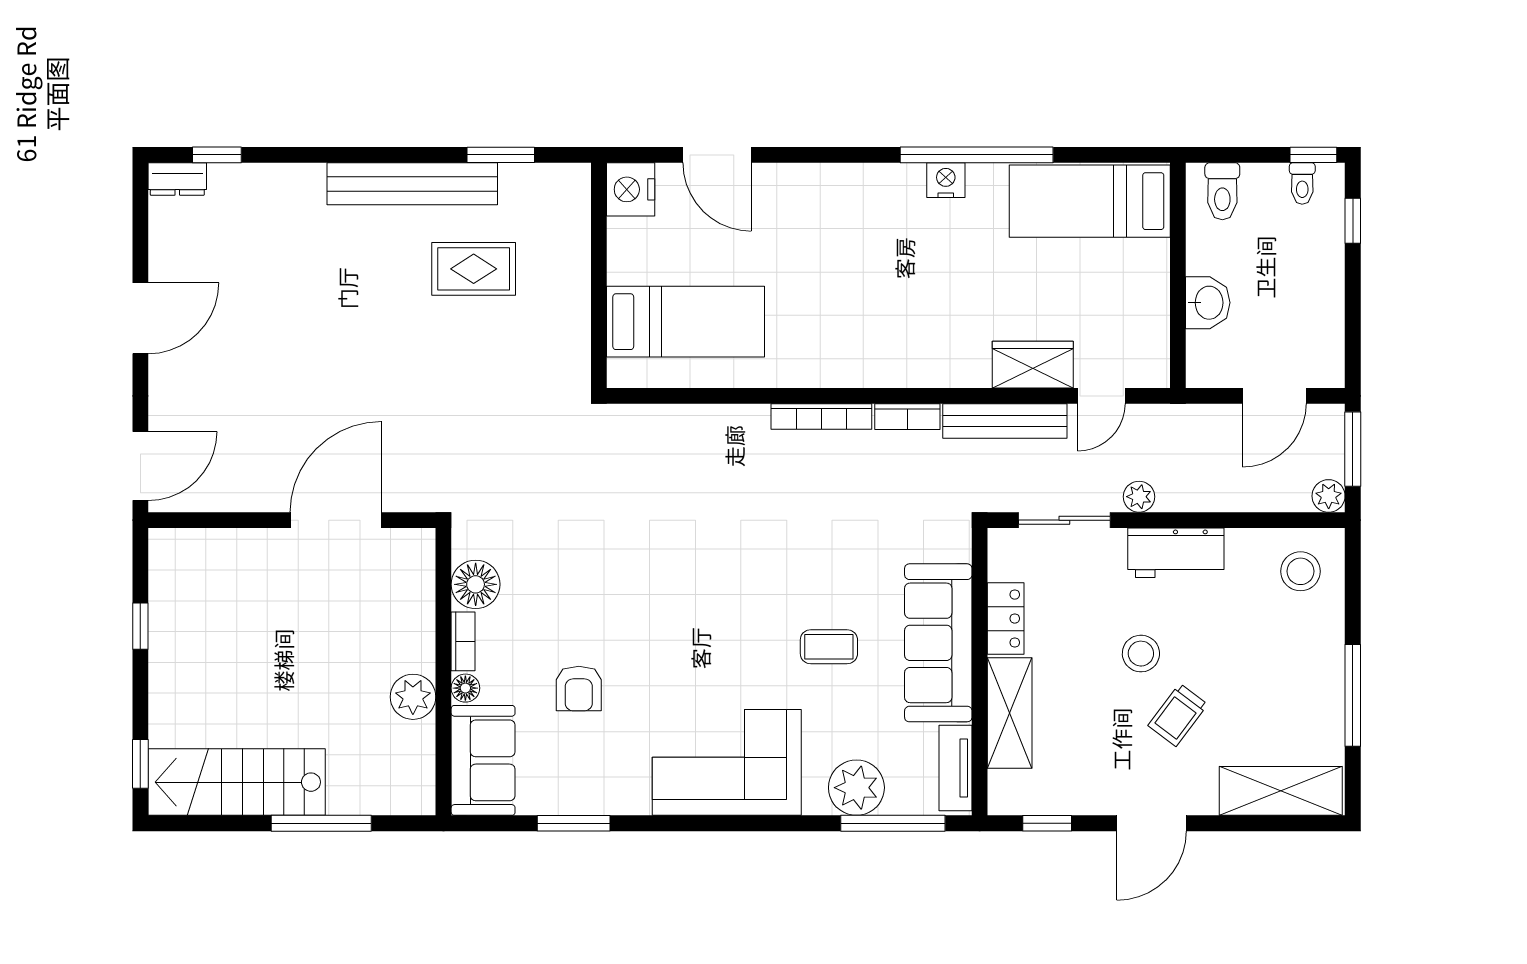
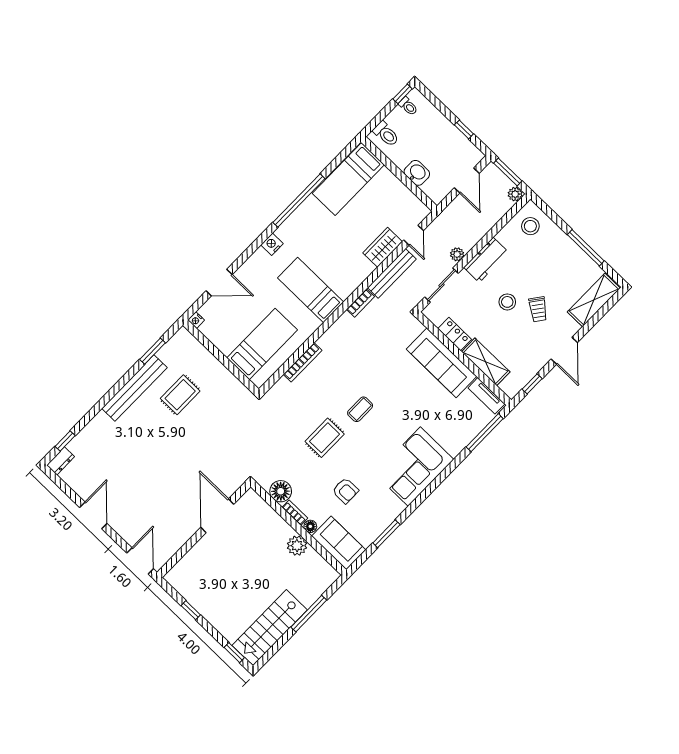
nightstand: (946, 180) -> (272, 244), moved
nightstand: (631, 189) -> (196, 320), width x0.53, depth x0.56
window: (1353, 221) -> (464, 129), moved
bed: (850, 315) -> (311, 290), added
bookcase: (821, 416) -> (303, 362), moved
rug: (632, 571) -> (325, 438), added
coffee table: (829, 647) -> (360, 409), moved
plant: (856, 788) -> (462, 433), removed

